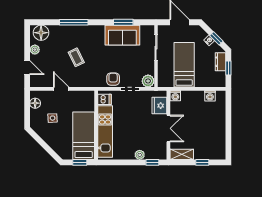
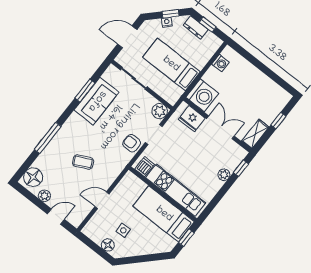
washing machine: (175, 96) -> (202, 95), width x1.89, depth x1.89
floor lamp: (35, 103) -> (108, 245), moved

